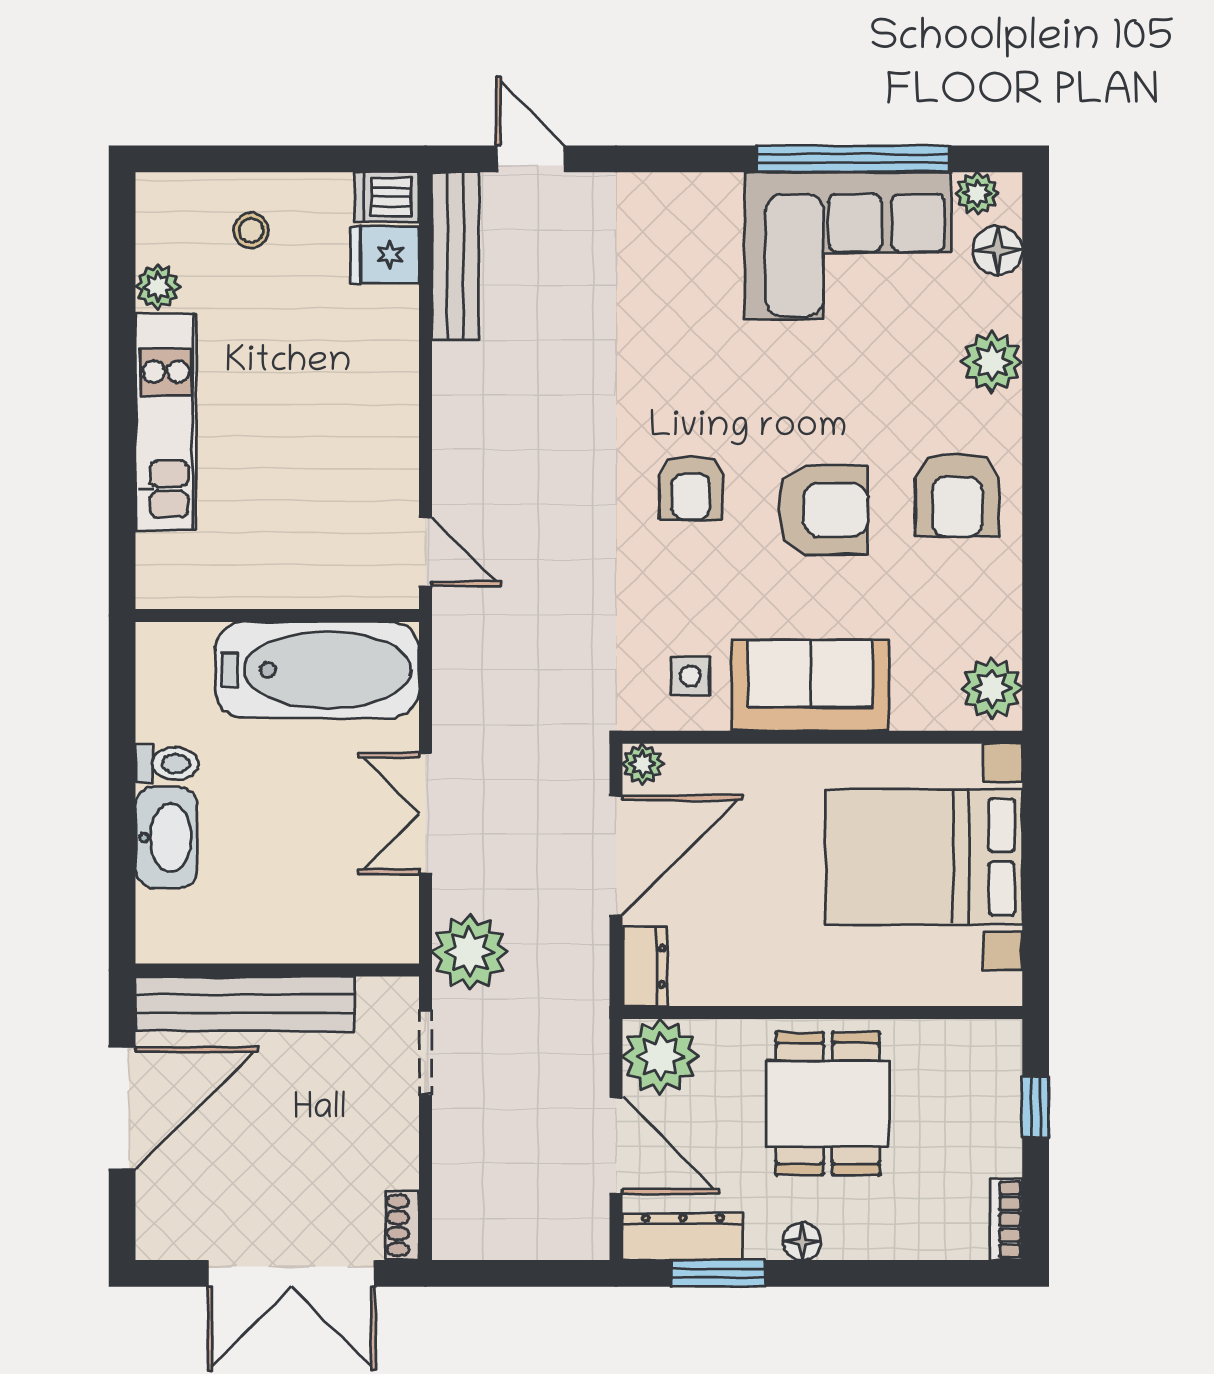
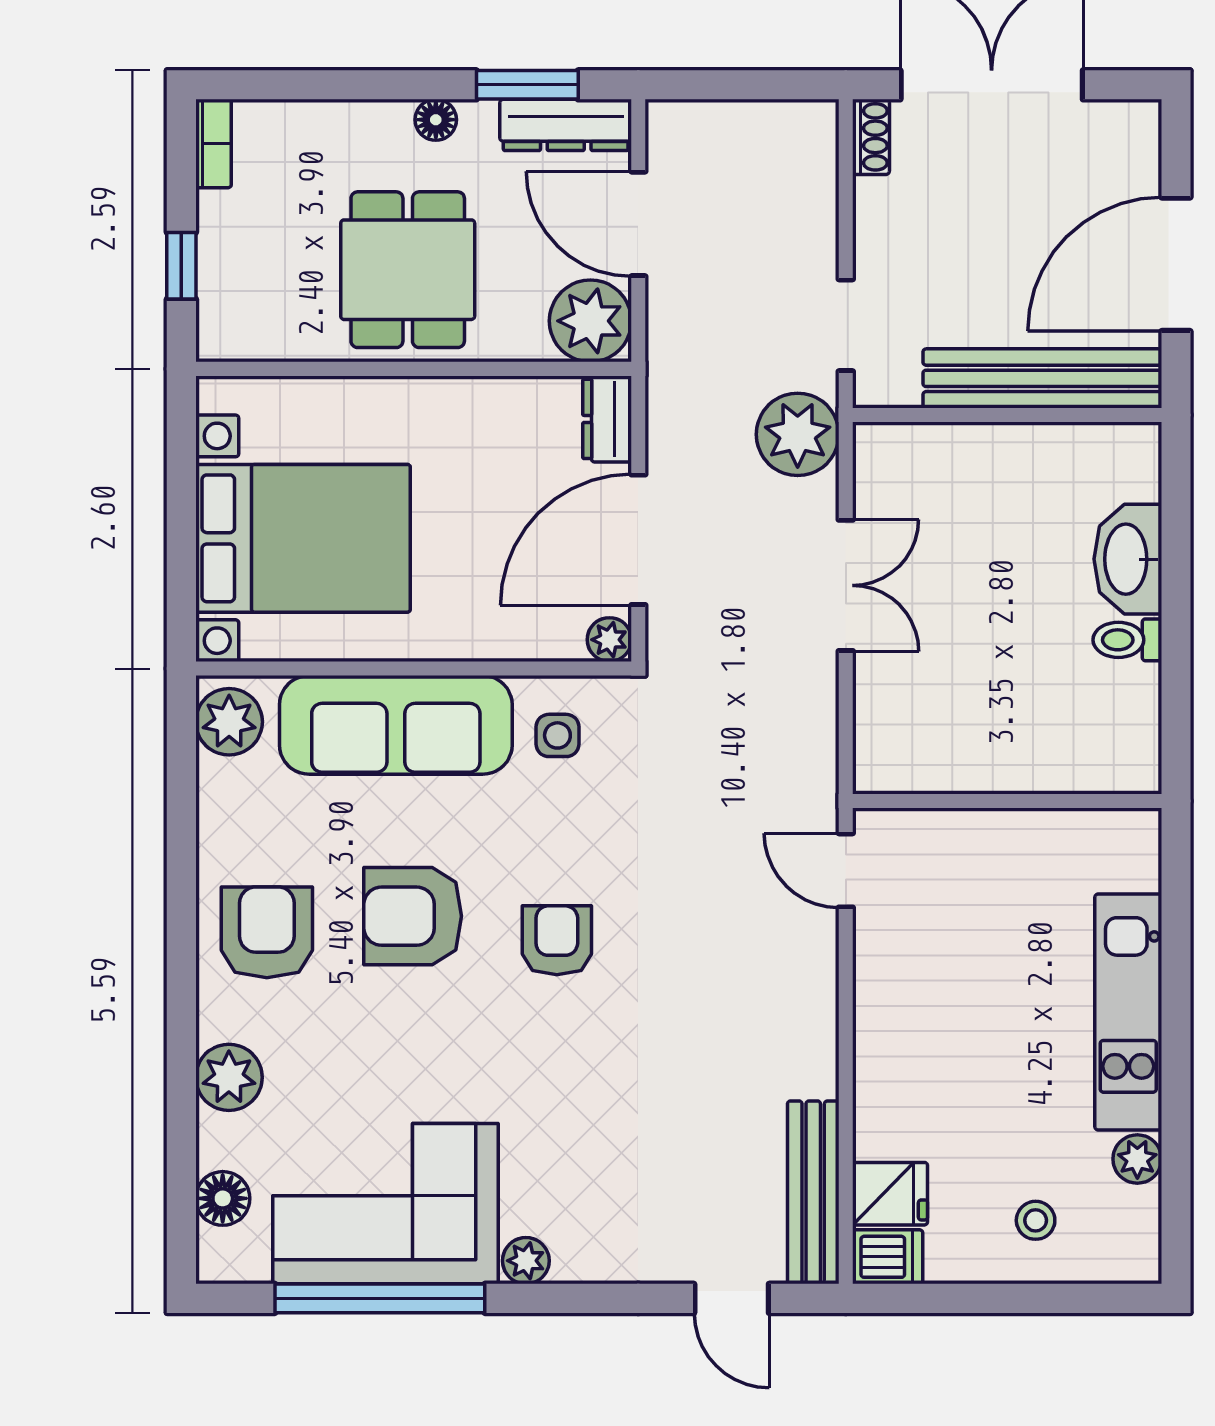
plant: (977, 193) -> (526, 1261), moved
bathtub: (317, 670) -> (964, 742), removed
sofa: (810, 685) -> (396, 725), width x1.36

